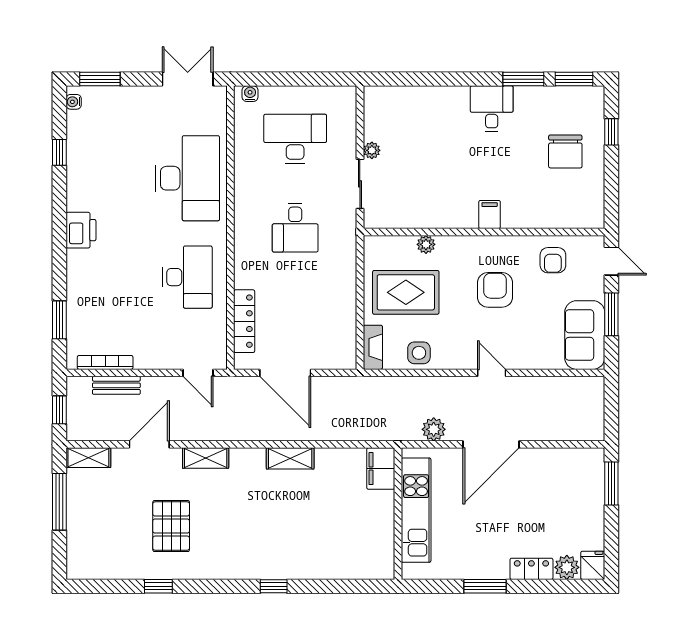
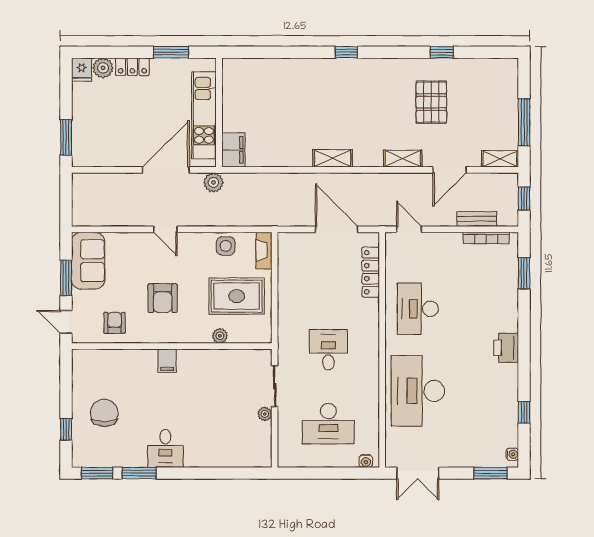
filing cabinet: (381, 469) -> (233, 150), moved
kitchen unit: (416, 510) -> (204, 115), moved
wall: (398, 514) -> (219, 112), moved

